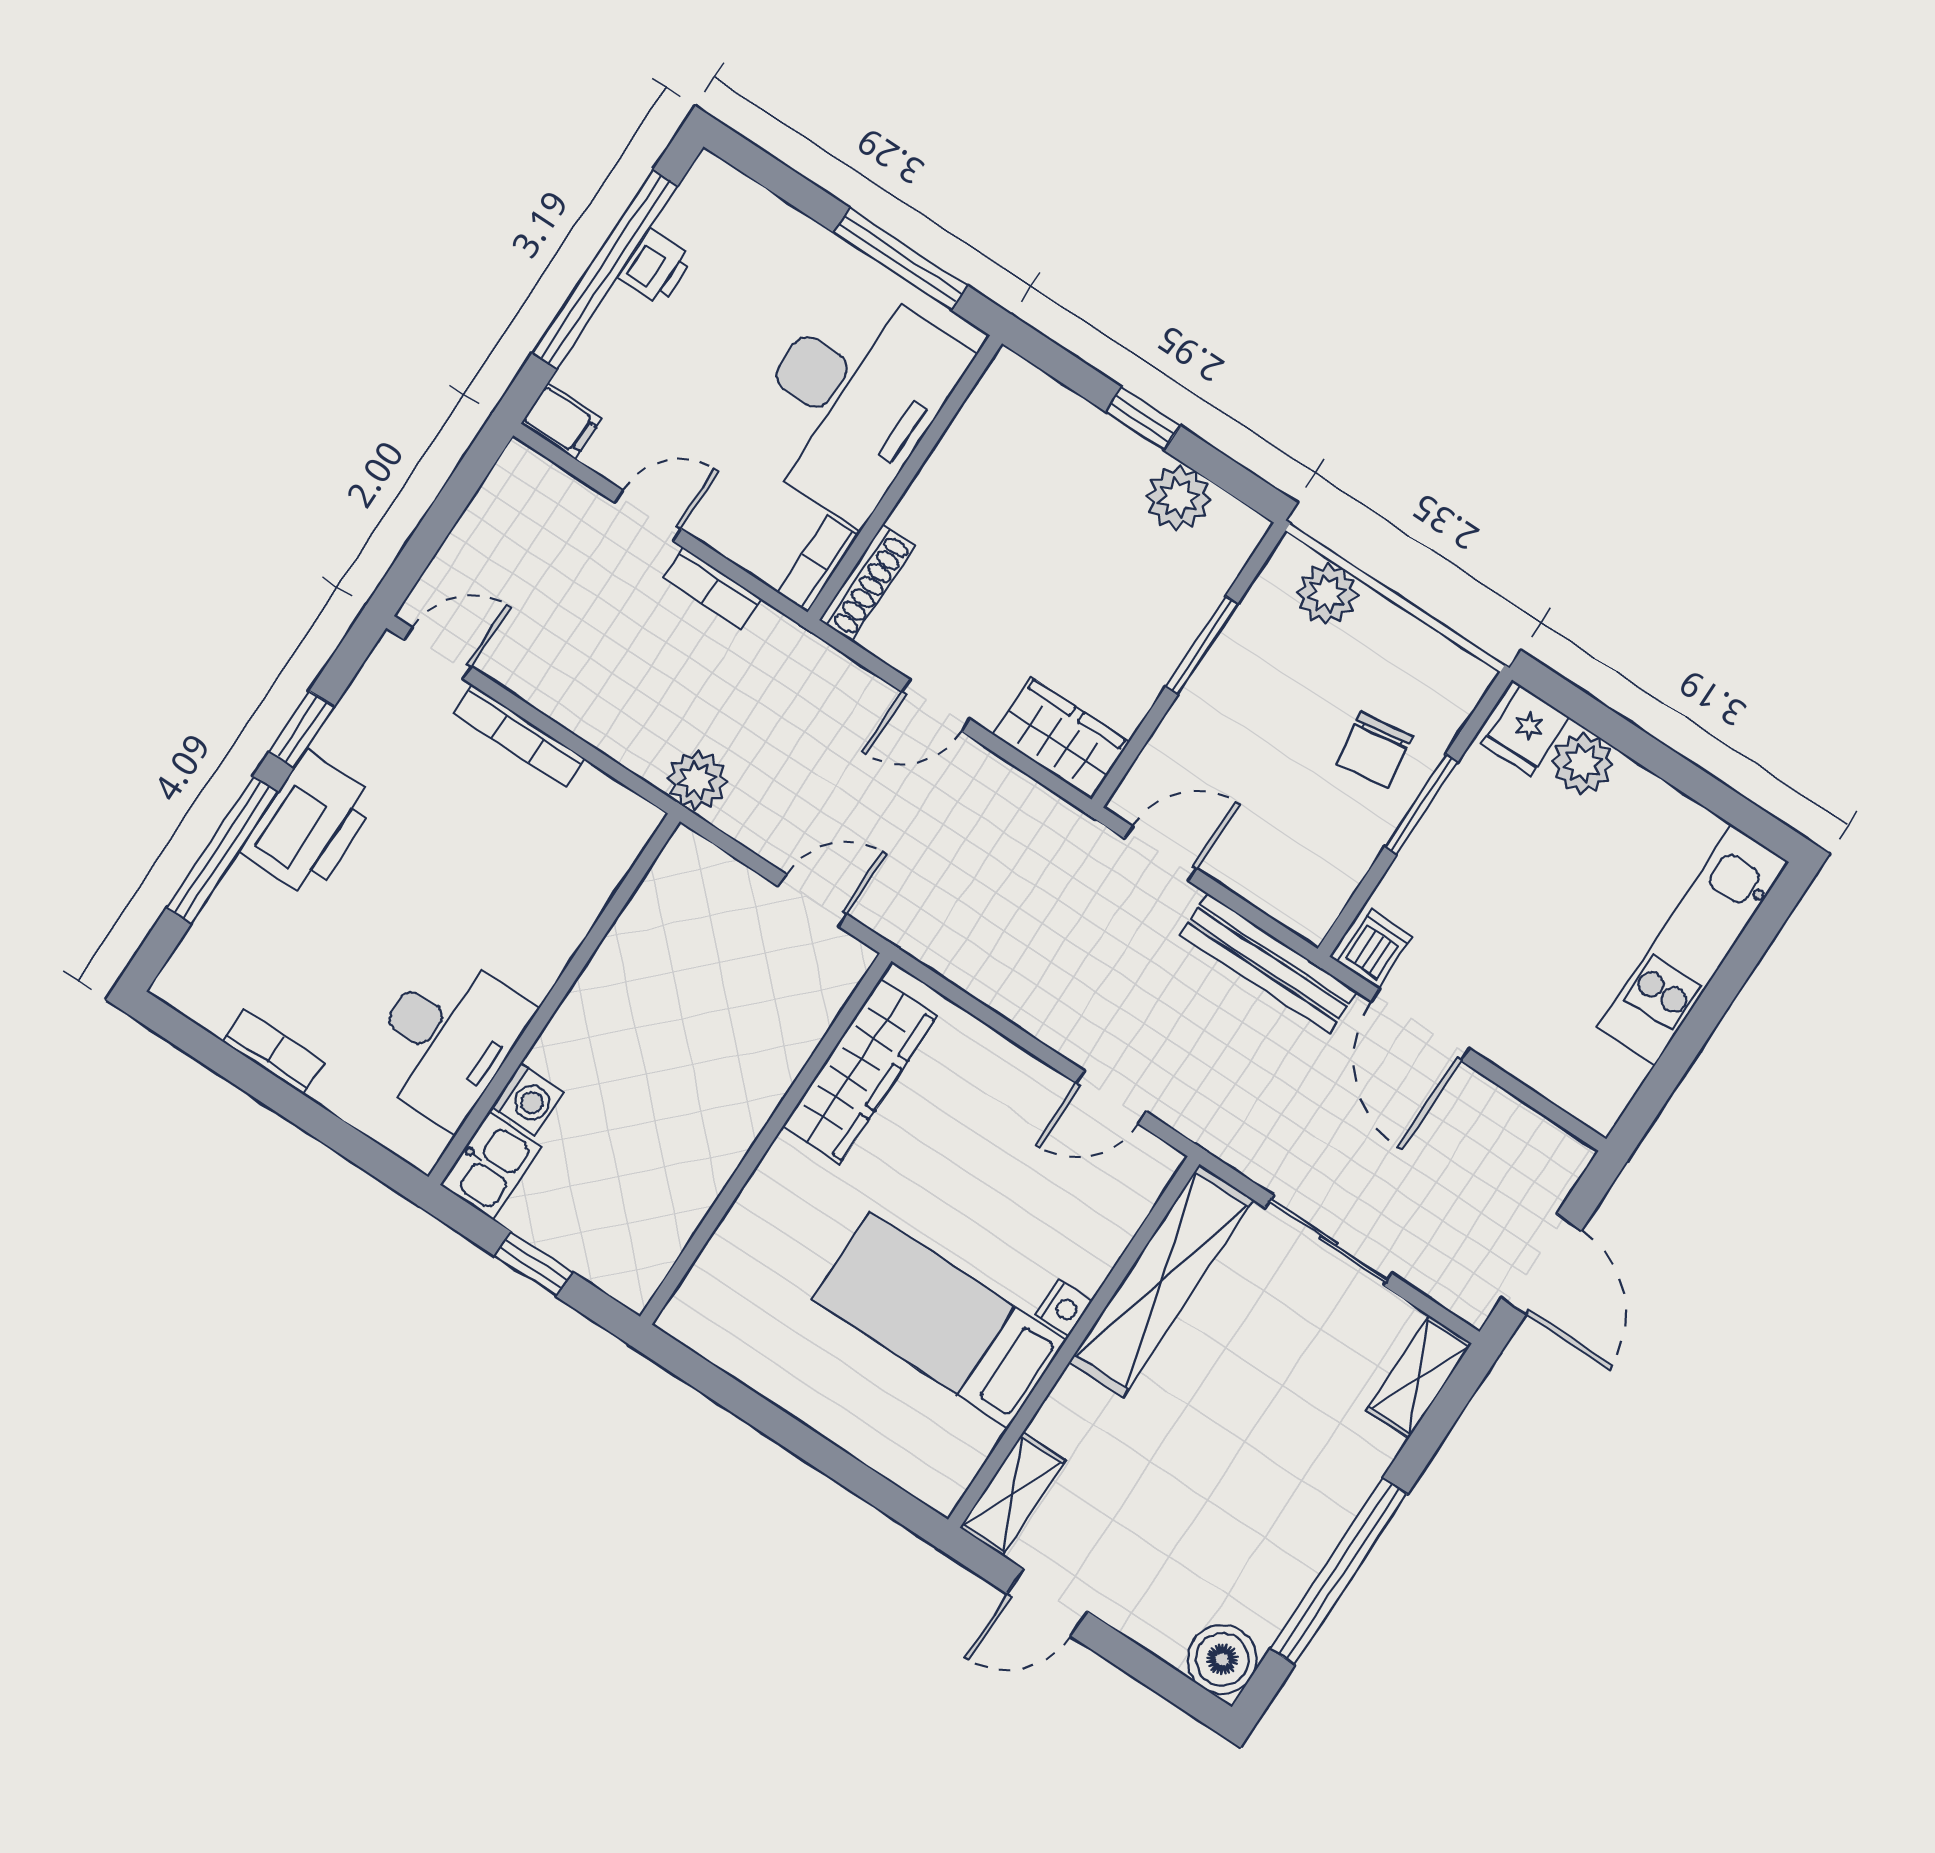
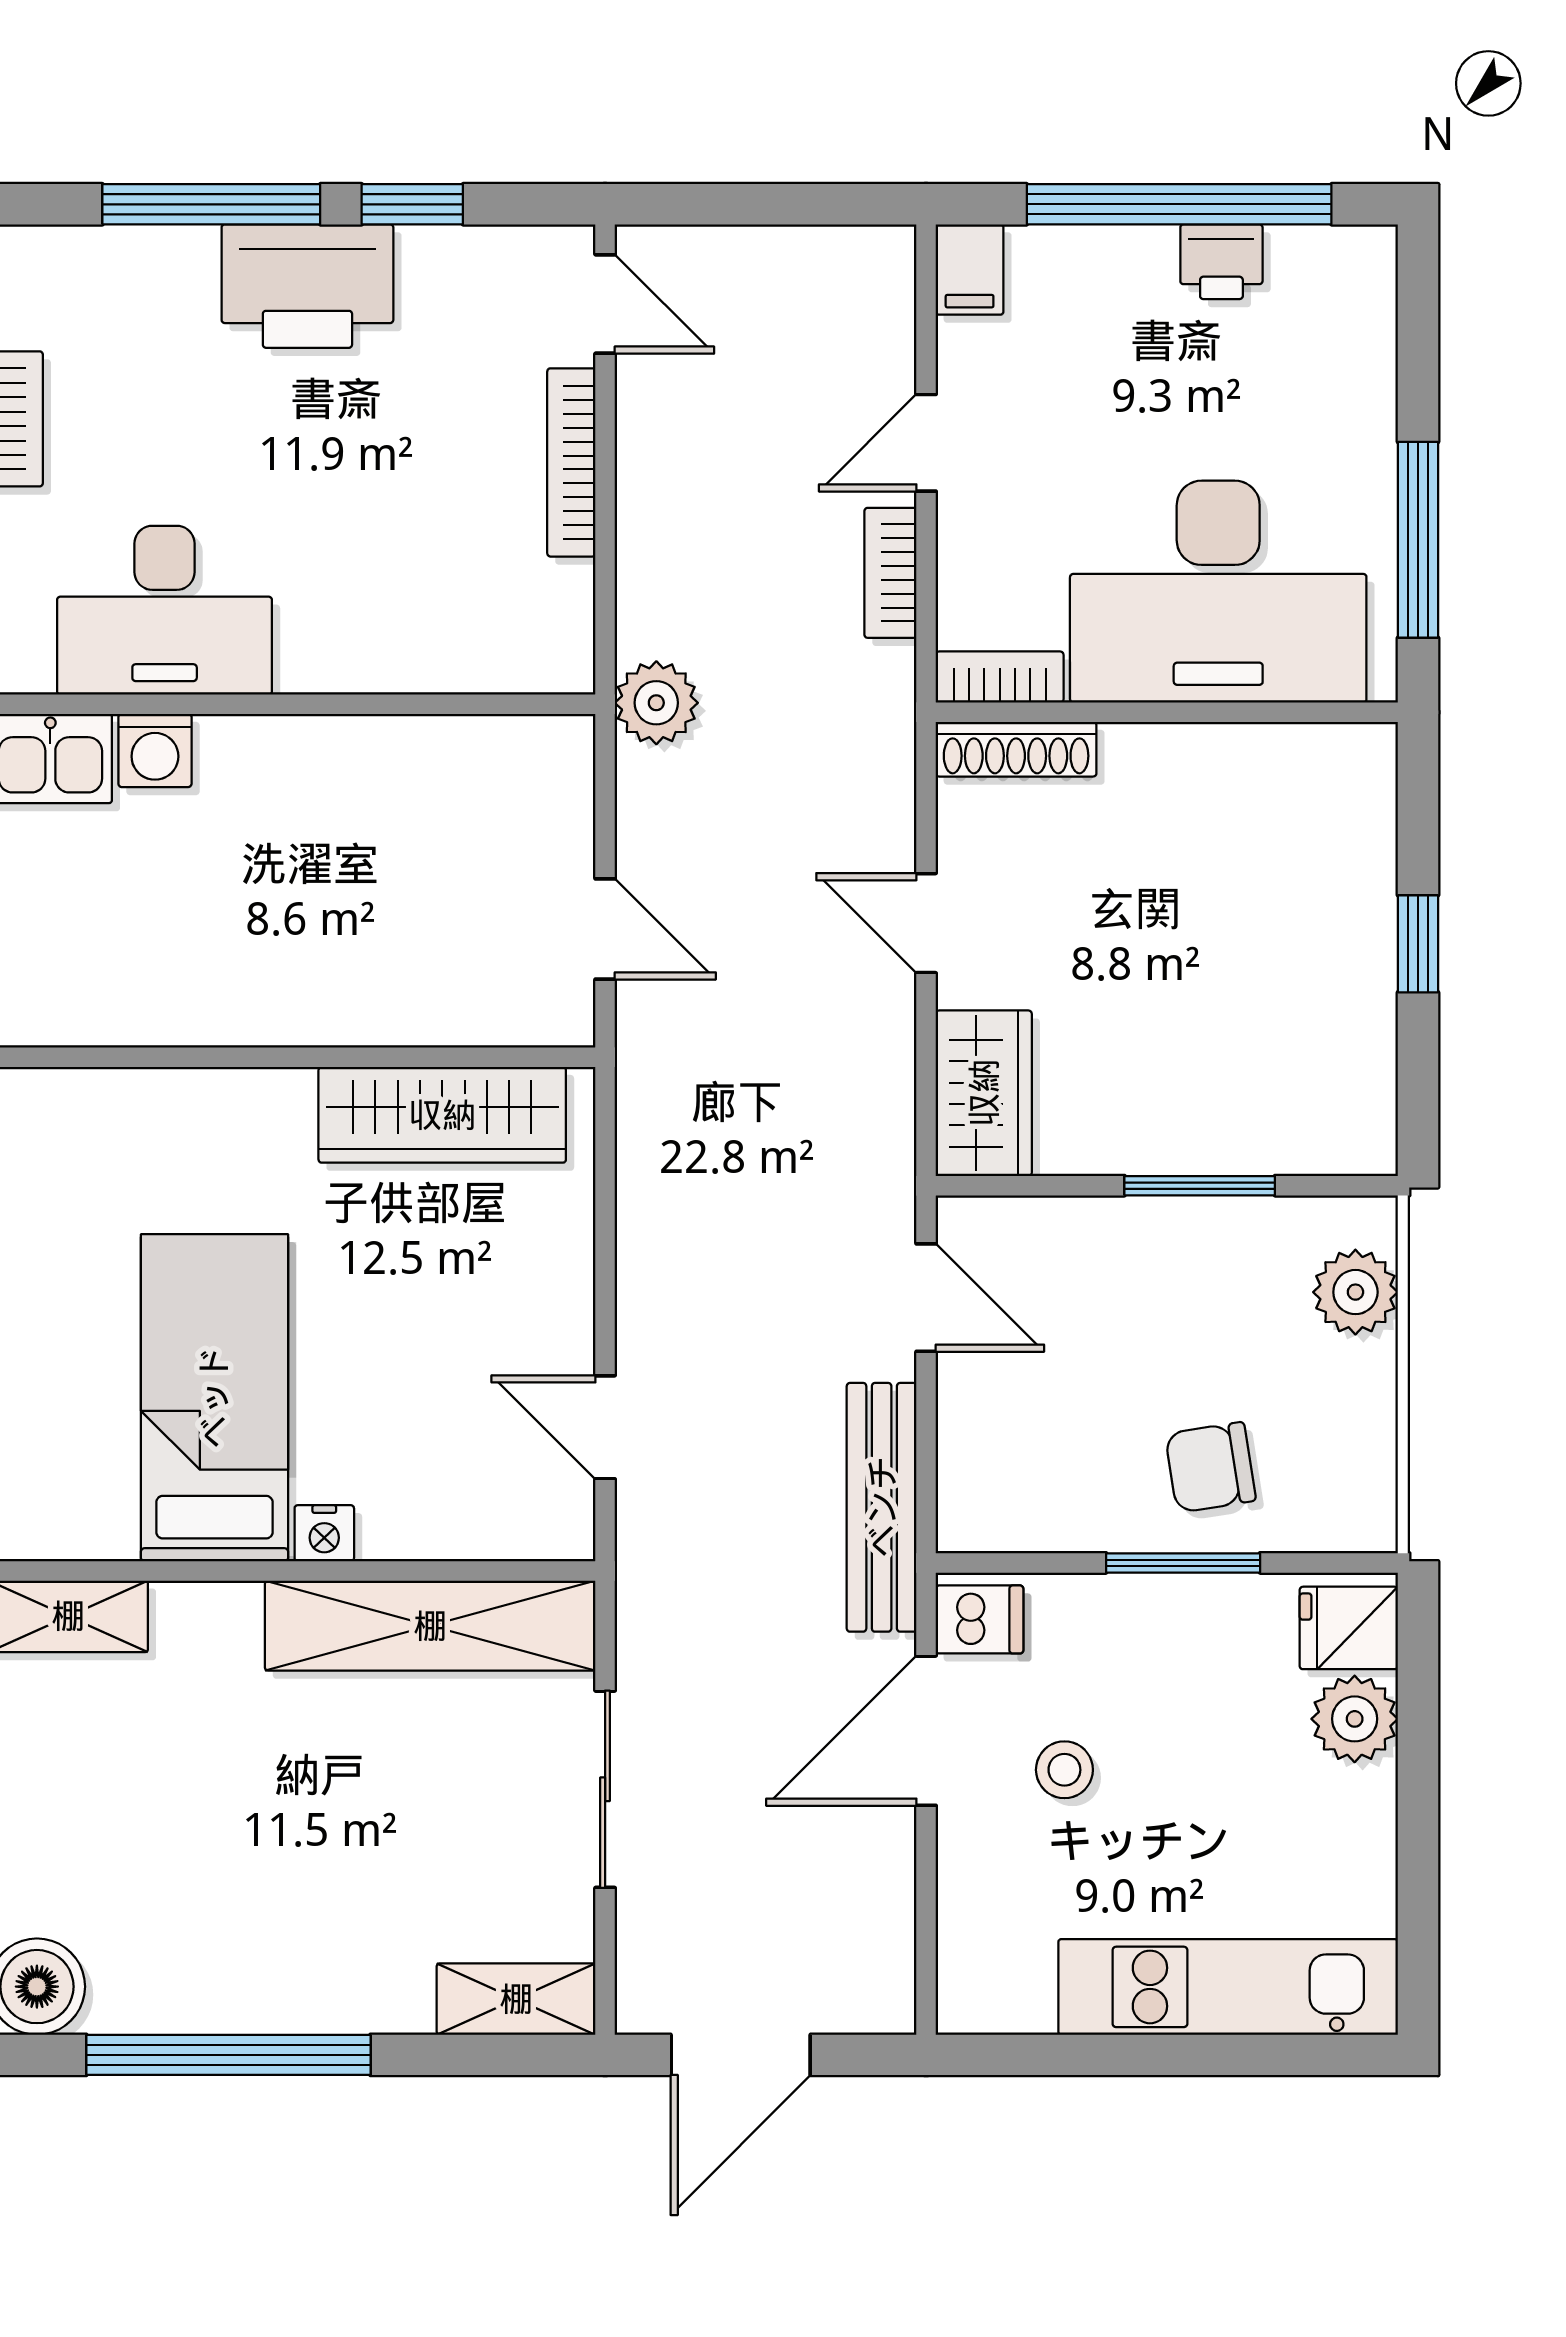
plant: (1178, 498) -> (1353, 1045), removed
door: (648, 516) -> (926, 443), swing flipped
stool: (1498, 957) -> (1064, 1770), added

